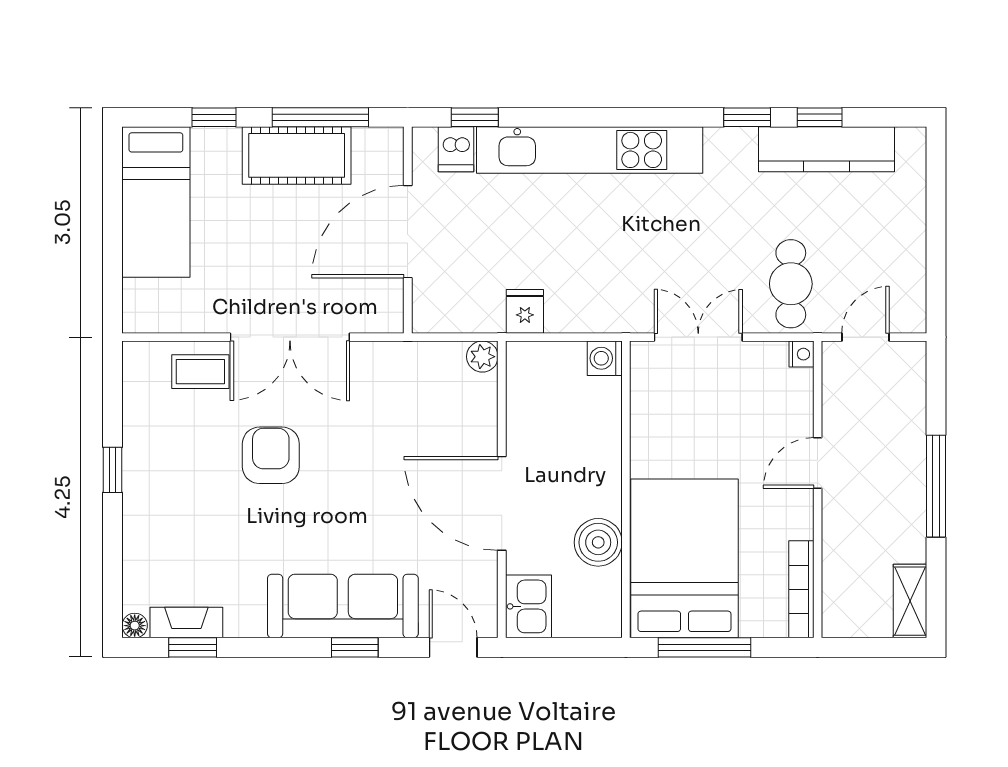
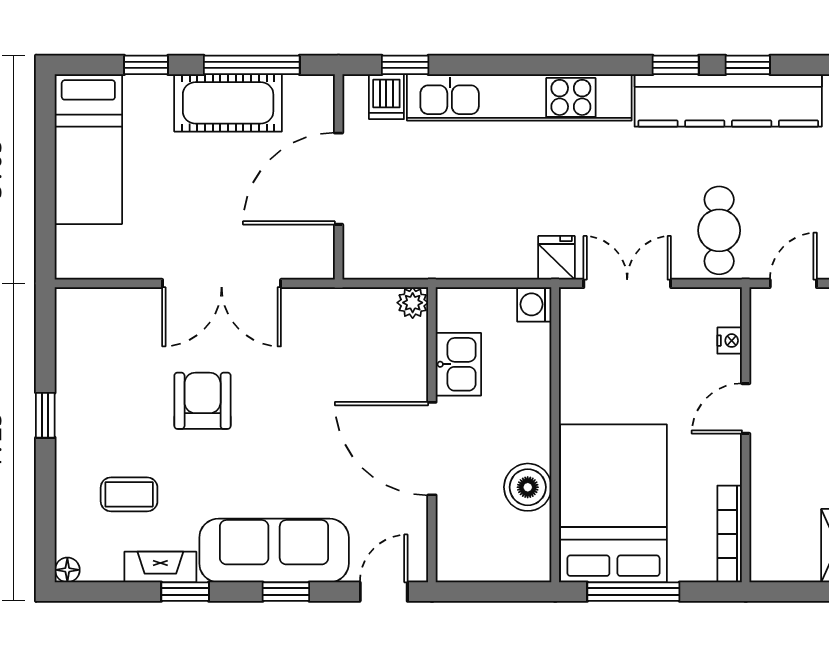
kitchen counter: (826, 149) -> (728, 100), width x1.39, depth x1.17
fridge: (525, 311) -> (556, 258), moved
nightstand: (801, 354) -> (730, 341), moved
coffee table: (200, 372) -> (129, 494), moved
kitchen sink: (528, 606) -> (458, 364), moved
fireplace: (186, 623) -> (160, 567), moved
window: (193, 647) -> (185, 592), moved
door: (453, 647) -> (384, 592), hinge flipped

